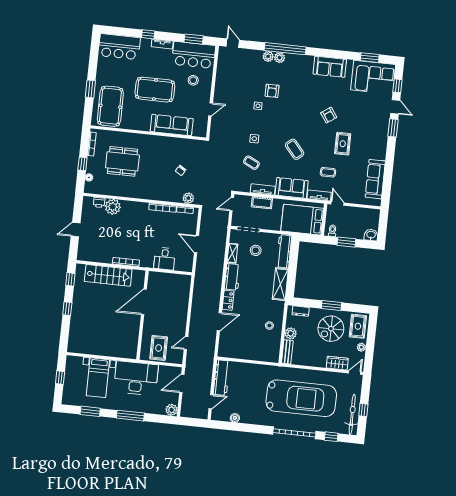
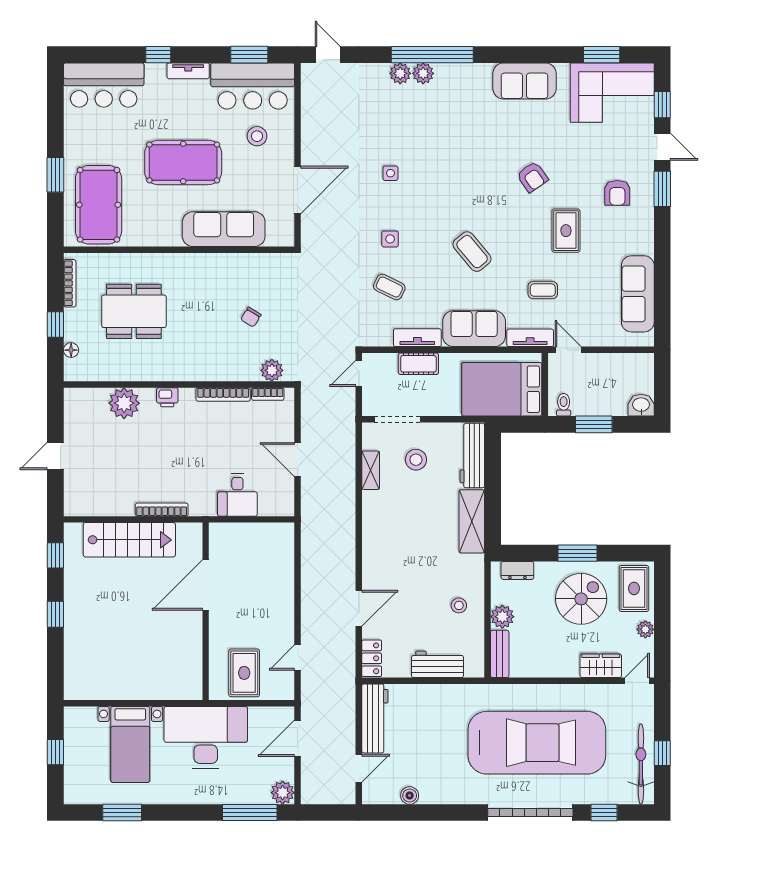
armchair: (272, 91) -> (617, 193), moved
door: (211, 109) -> (298, 190), width x1.87
printer: (99, 202) -> (167, 397), moved
workbench: (232, 277) -> (437, 664), moved, turned -90
locker: (228, 300) -> (372, 658), moved
spiral stairs: (331, 329) -> (581, 599), turned 180
window: (130, 416) -> (250, 813), moved

